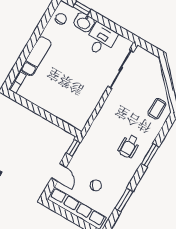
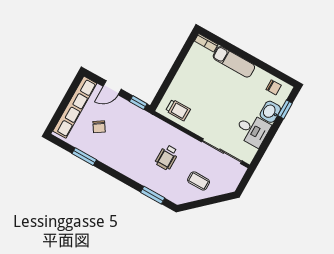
coffee table: (157, 109) -> (199, 181), moved
trolley: (81, 110) -> (178, 110), added
wheelchair: (129, 146) -> (167, 157), moved, turned -90
window: (150, 155) -> (153, 195), moved

